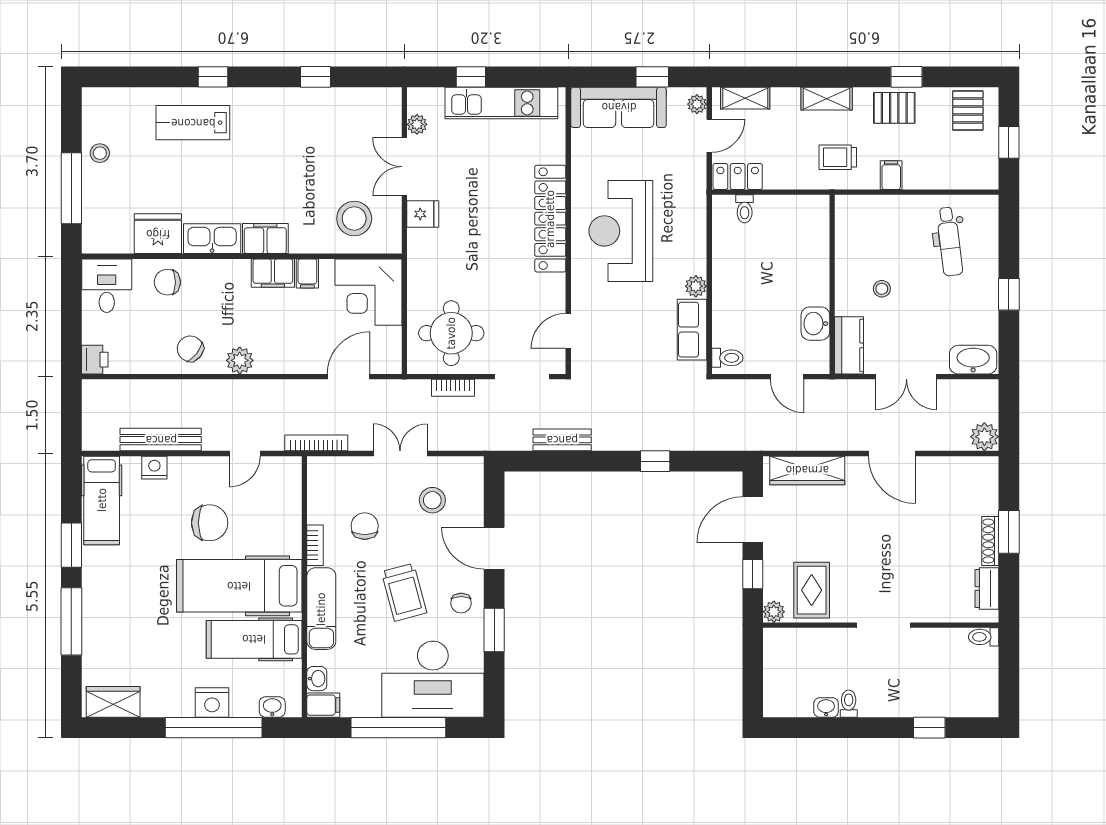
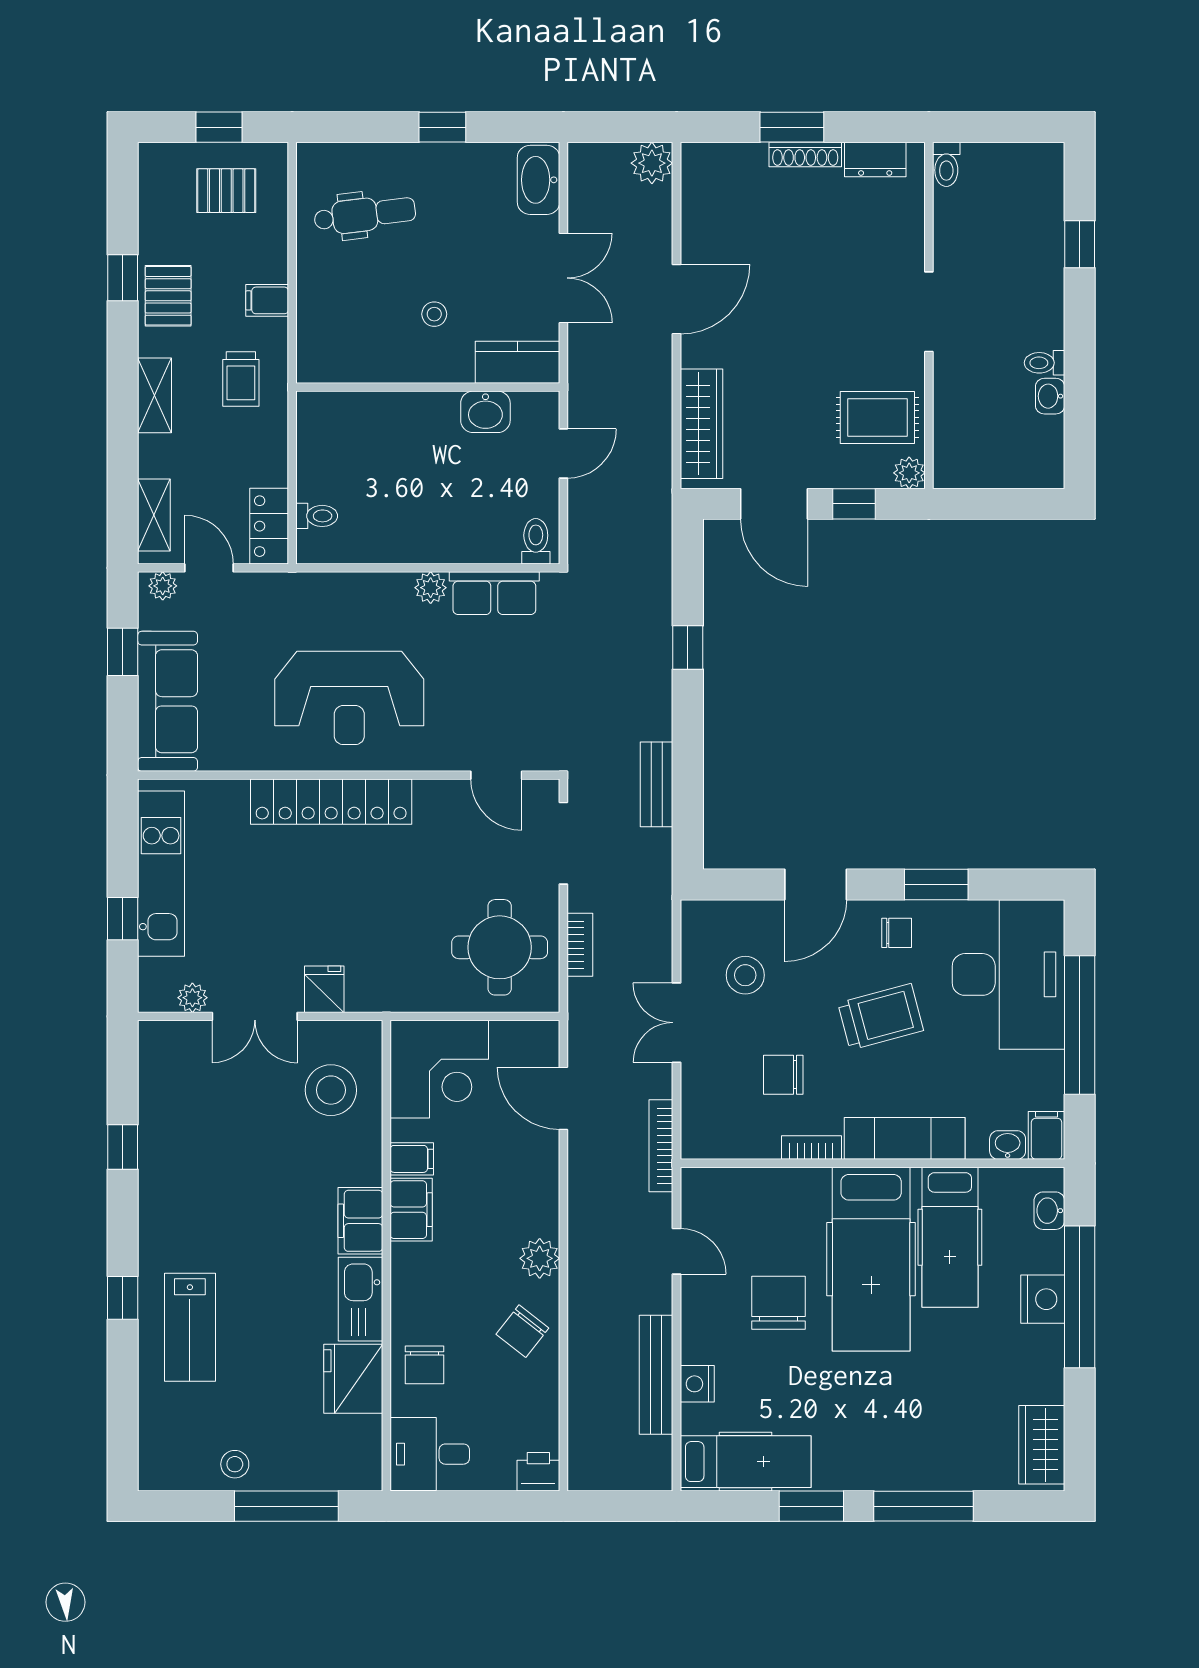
pallet: (968, 111) -> (226, 191), moved

